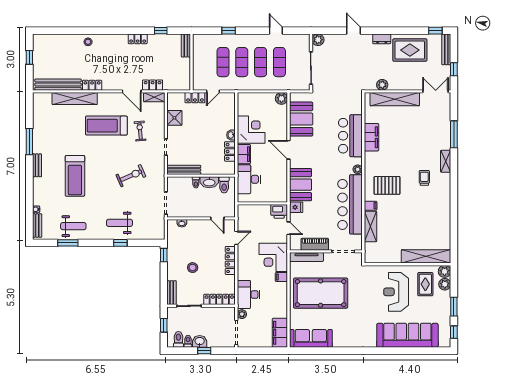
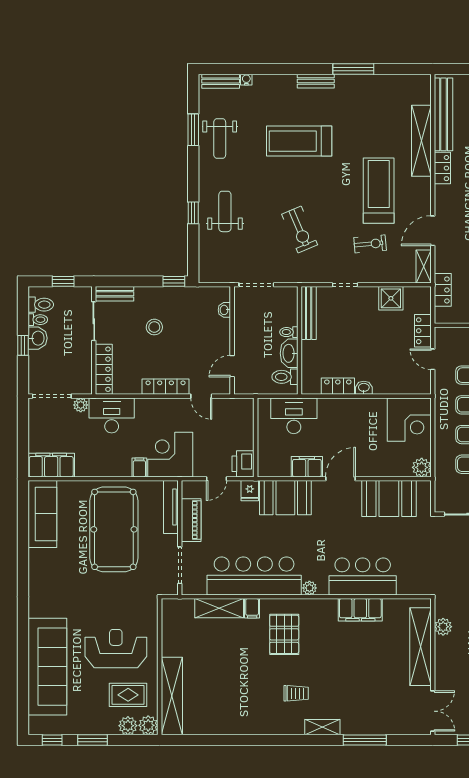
locker: (153, 85) -> (443, 290), moved
corner desk: (251, 130) -> (409, 420), moved
filing cabinet: (244, 154) -> (307, 467), moved, turned 180

